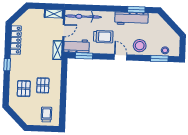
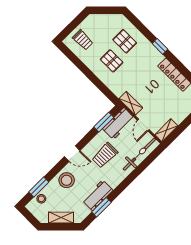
workbench: (131, 19) -> (98, 195), width x0.73
shelving: (165, 28) -> (61, 218), added

